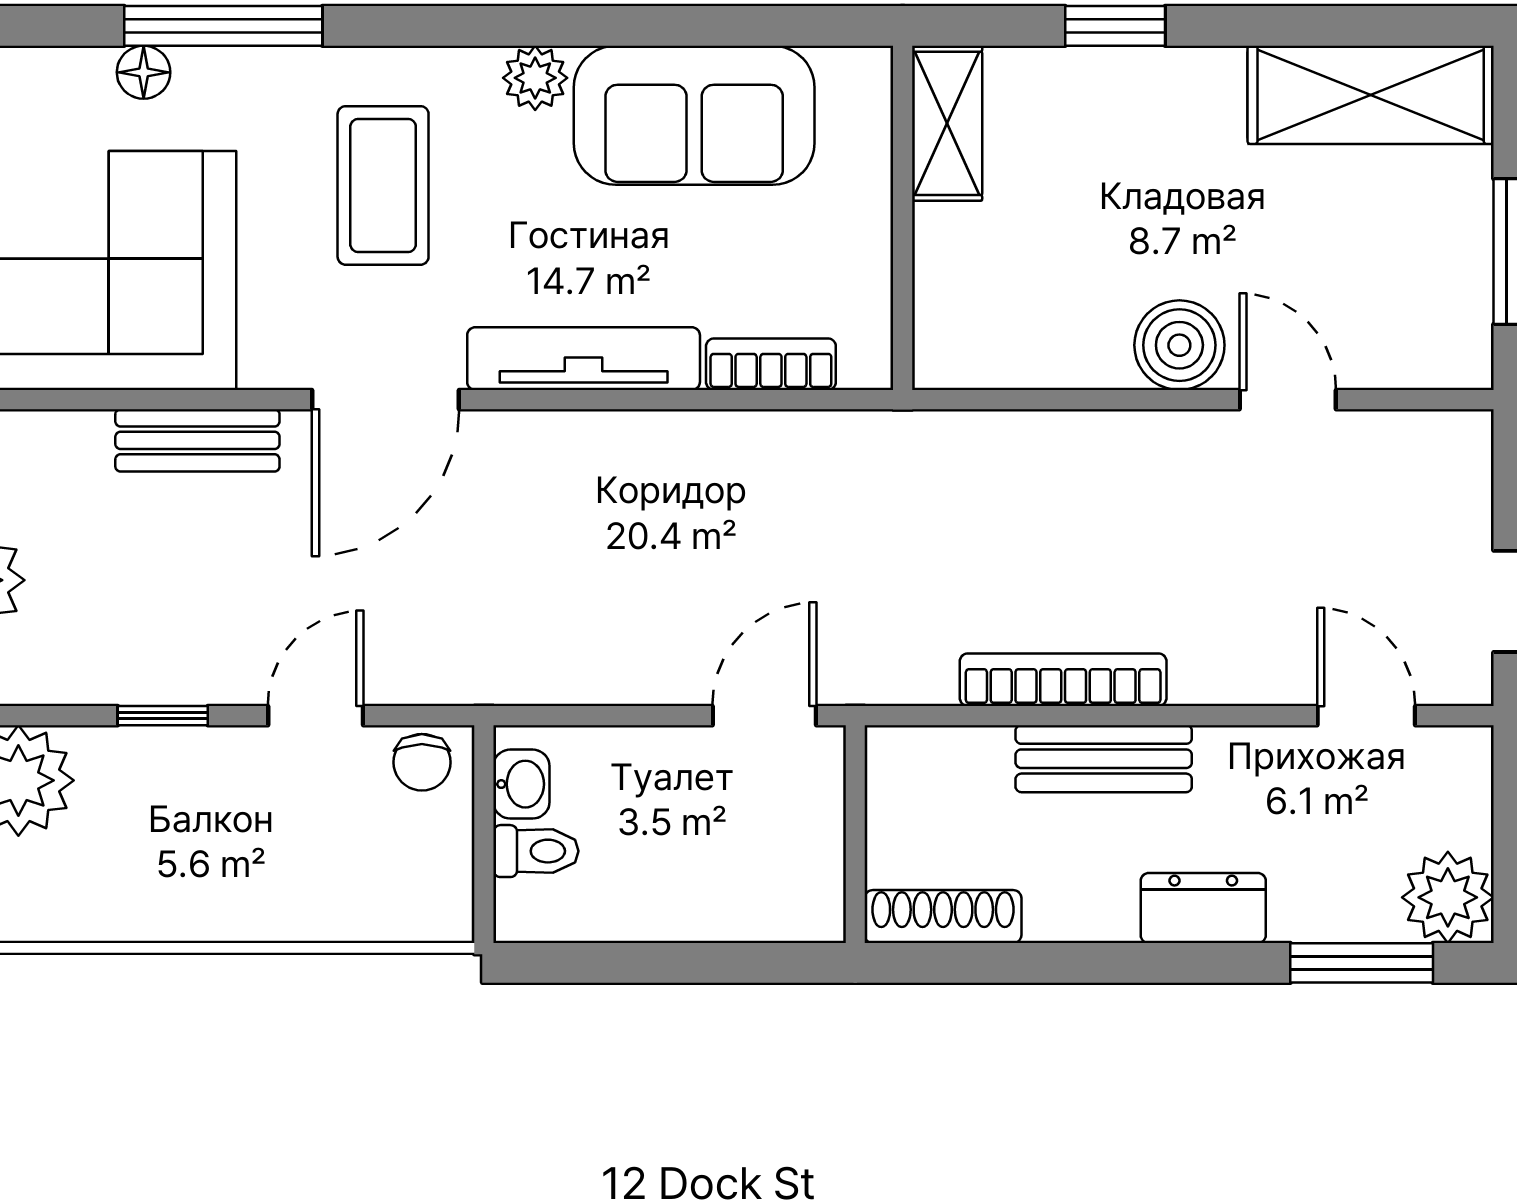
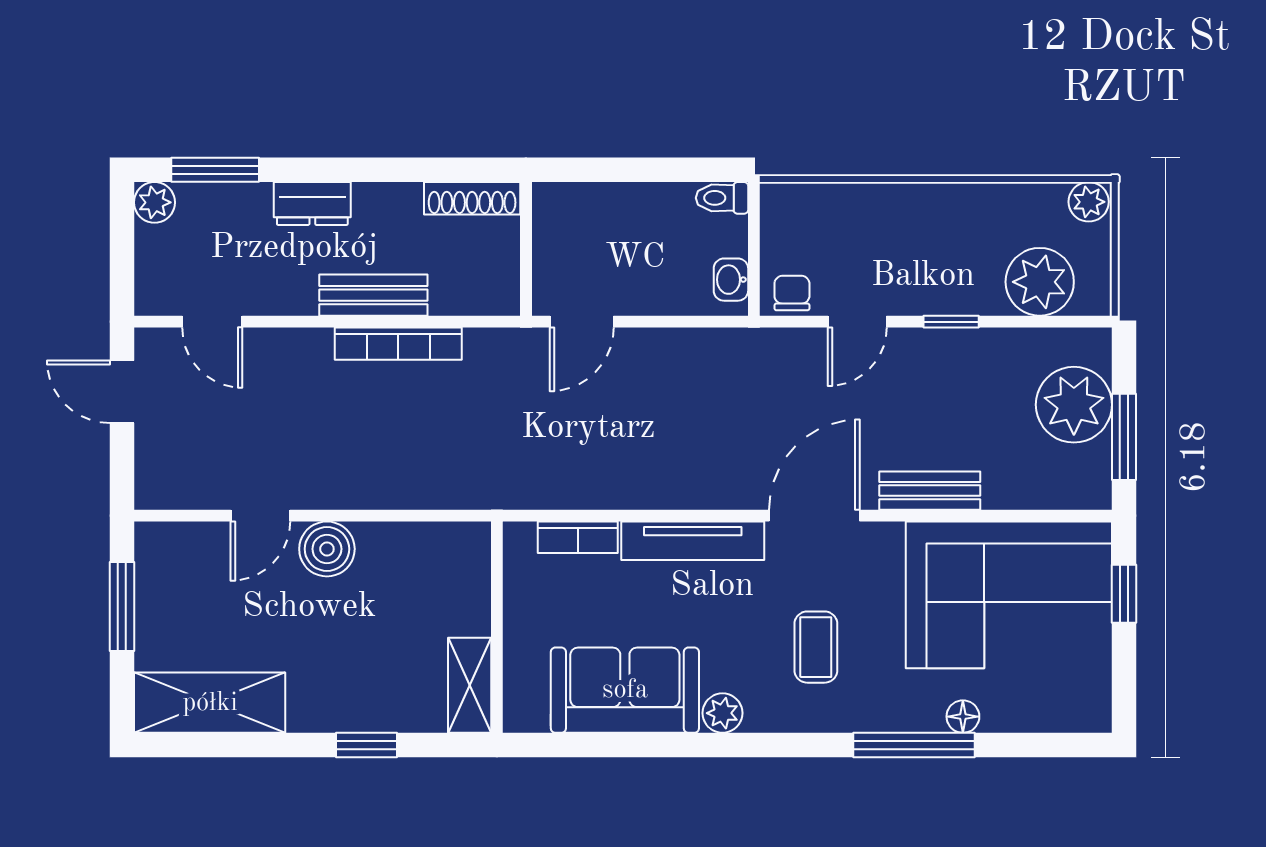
coffee table: (383, 185) -> (816, 647), width x0.73, depth x0.77
door: (1288, 400) -> (260, 516), hinge flipped
toilet: (536, 851) -> (722, 198), moved
plant: (1448, 897) -> (155, 202), width x0.73, depth x0.73

